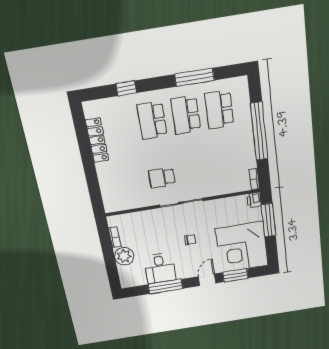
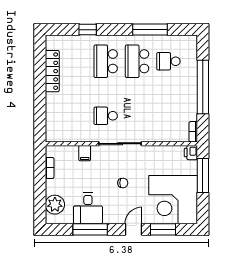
school desk: (219, 110) -> (168, 61), width x0.54
filing cabinet: (147, 218) -> (85, 153), added
plant: (124, 256) -> (55, 205), moved

